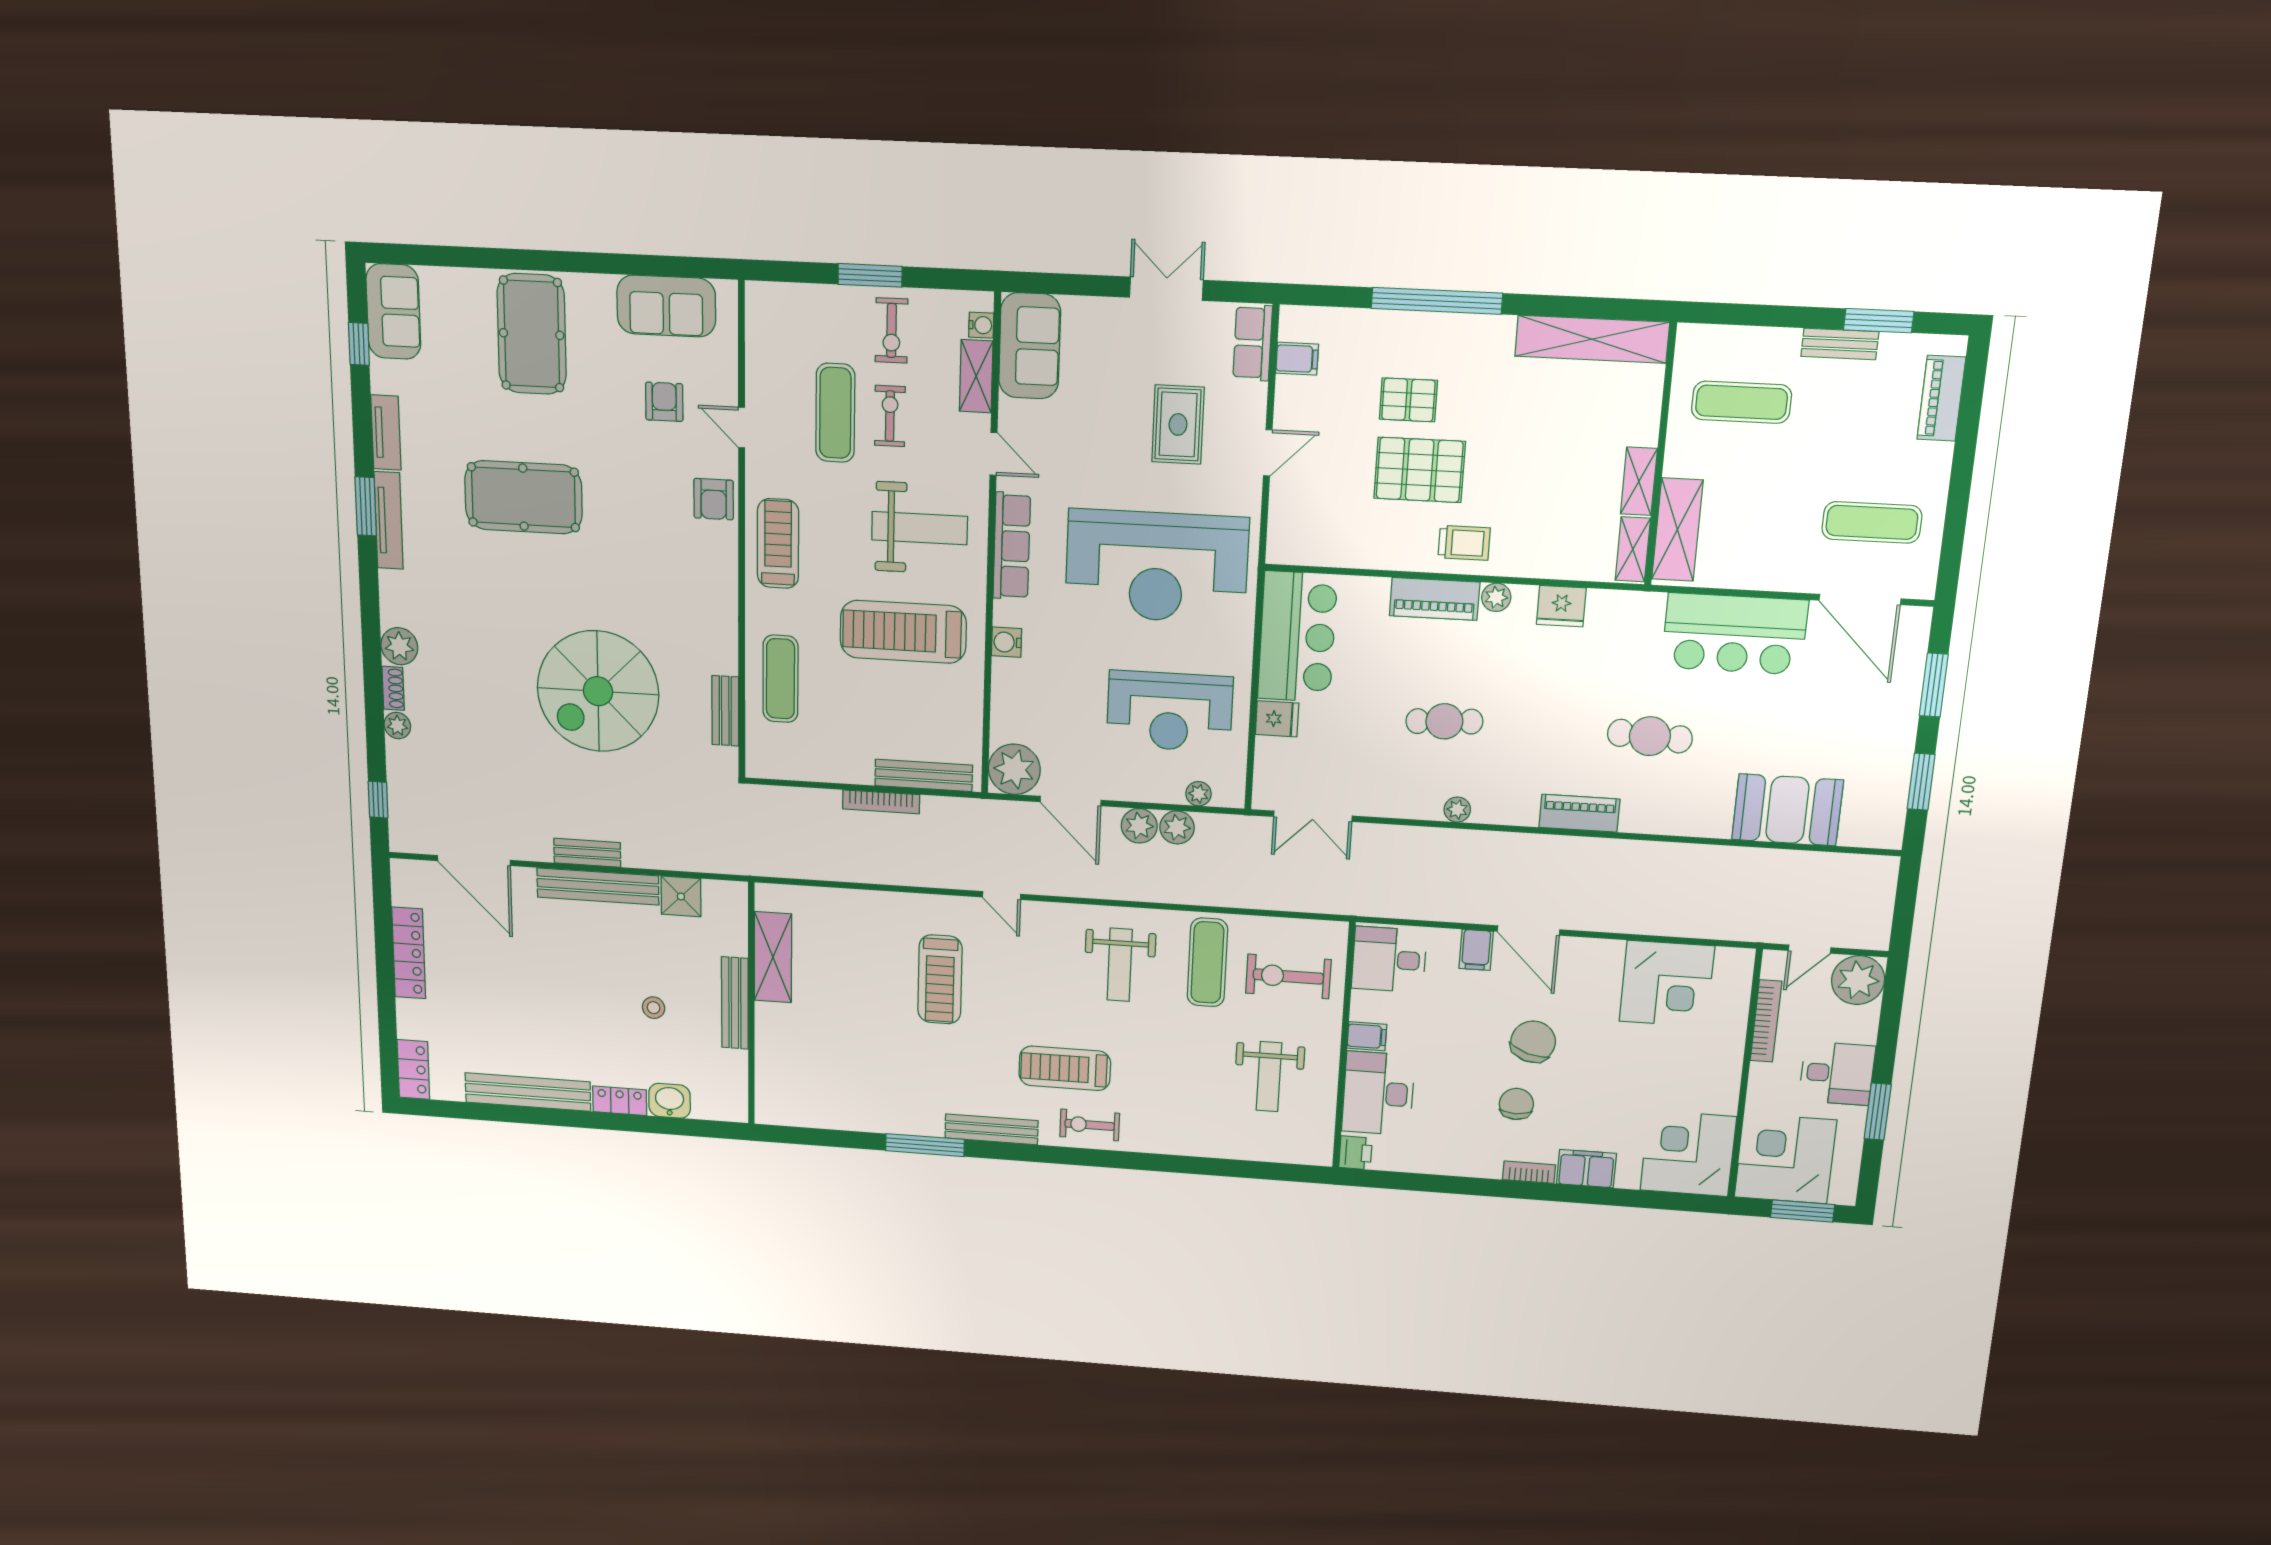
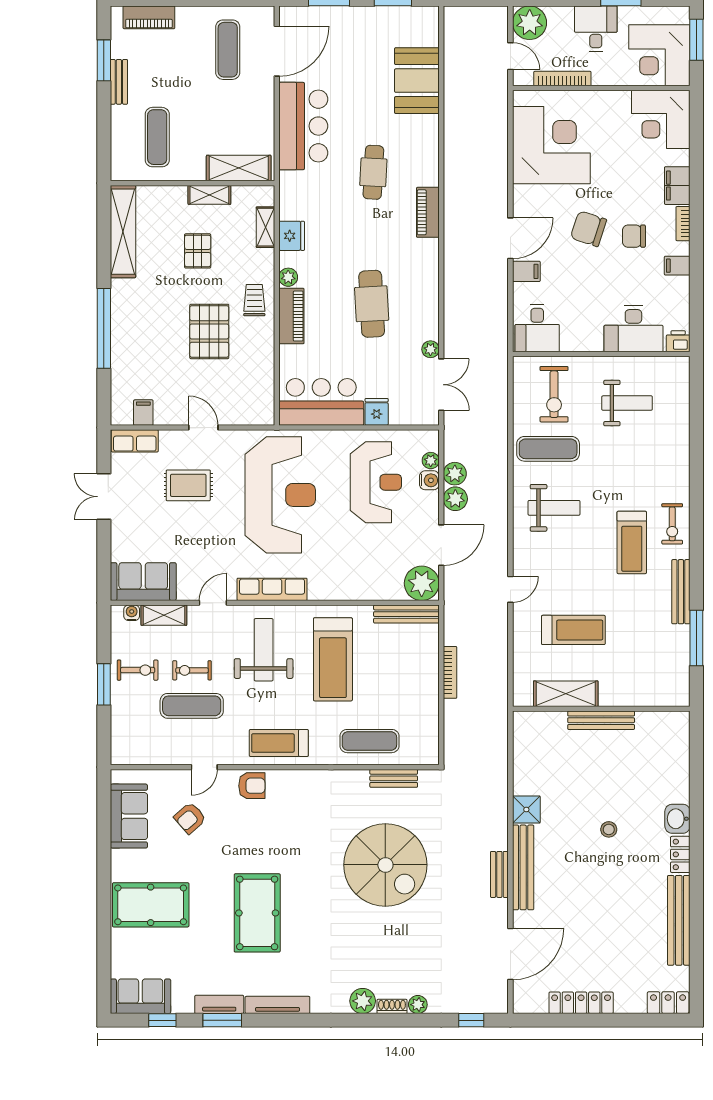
pallet: (1408, 400) -> (198, 251), moved
armchair: (664, 402) -> (190, 818), turned -41
window: (366, 506) -> (222, 1020), moved
shelving: (1633, 549) -> (265, 227), moved, turned 90
water cooler: (1006, 642) -> (429, 480), moved, turned -90
cafe table: (1444, 721) -> (372, 304), width x1.37, depth x1.35
bench: (924, 775) -> (406, 614), moved, turned 90
plant: (1457, 810) -> (430, 349), moved
shelving: (773, 957) -> (566, 694), moved
corner desk: (1667, 984) -> (551, 145), width x1.36, depth x1.36
bench: (735, 1003) -> (601, 720), moved
wall: (751, 1004) -> (601, 709), moved
filing cabinet: (1367, 1036) -> (677, 266), moved, turned -90

